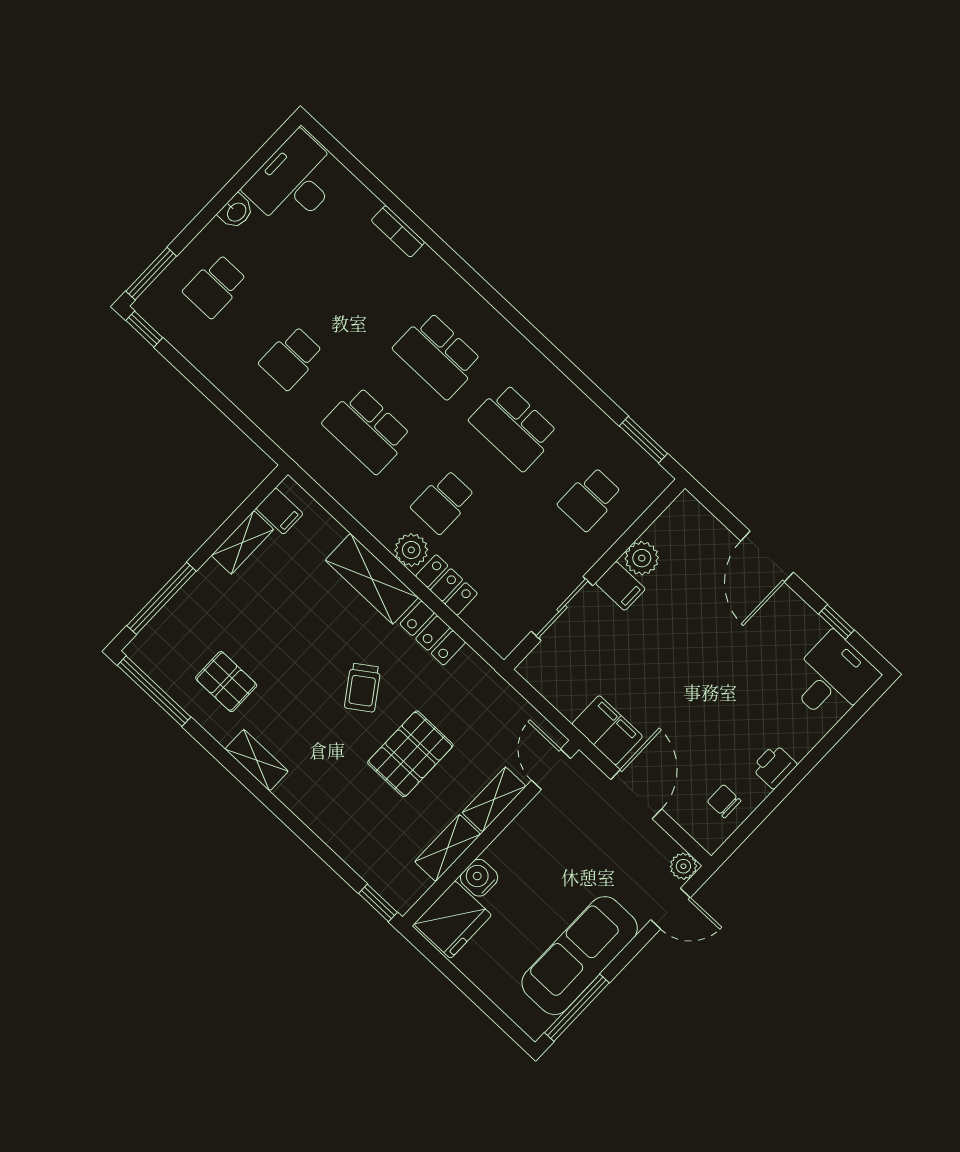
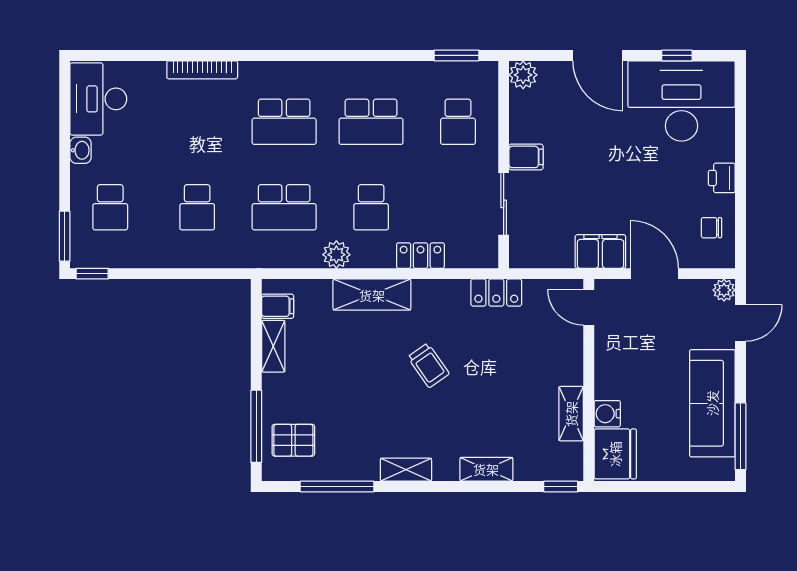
bookcase: (398, 231) -> (202, 70), width x1.56
plant: (411, 550) -> (336, 255), moved
plant: (642, 558) -> (523, 75), moved
locker: (433, 633) -> (496, 292), moved
desk: (832, 678) -> (681, 101), width x1.87, depth x1.30
pallet: (226, 682) -> (293, 440), moved
window: (154, 691) -> (337, 487), moved
pallet: (410, 754) -> (495, 378), removed
shelving: (494, 799) -> (486, 469), moved, turned 90

